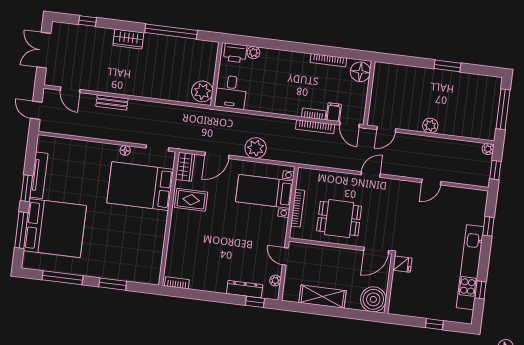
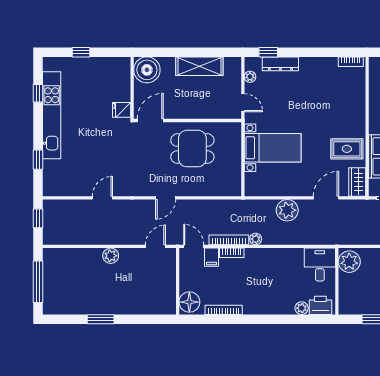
plant: (488, 149) -> (256, 239), moved
bed with nightstands: (264, 191) -> (273, 148), moved
bookcase: (298, 208) -> (236, 154), removed

